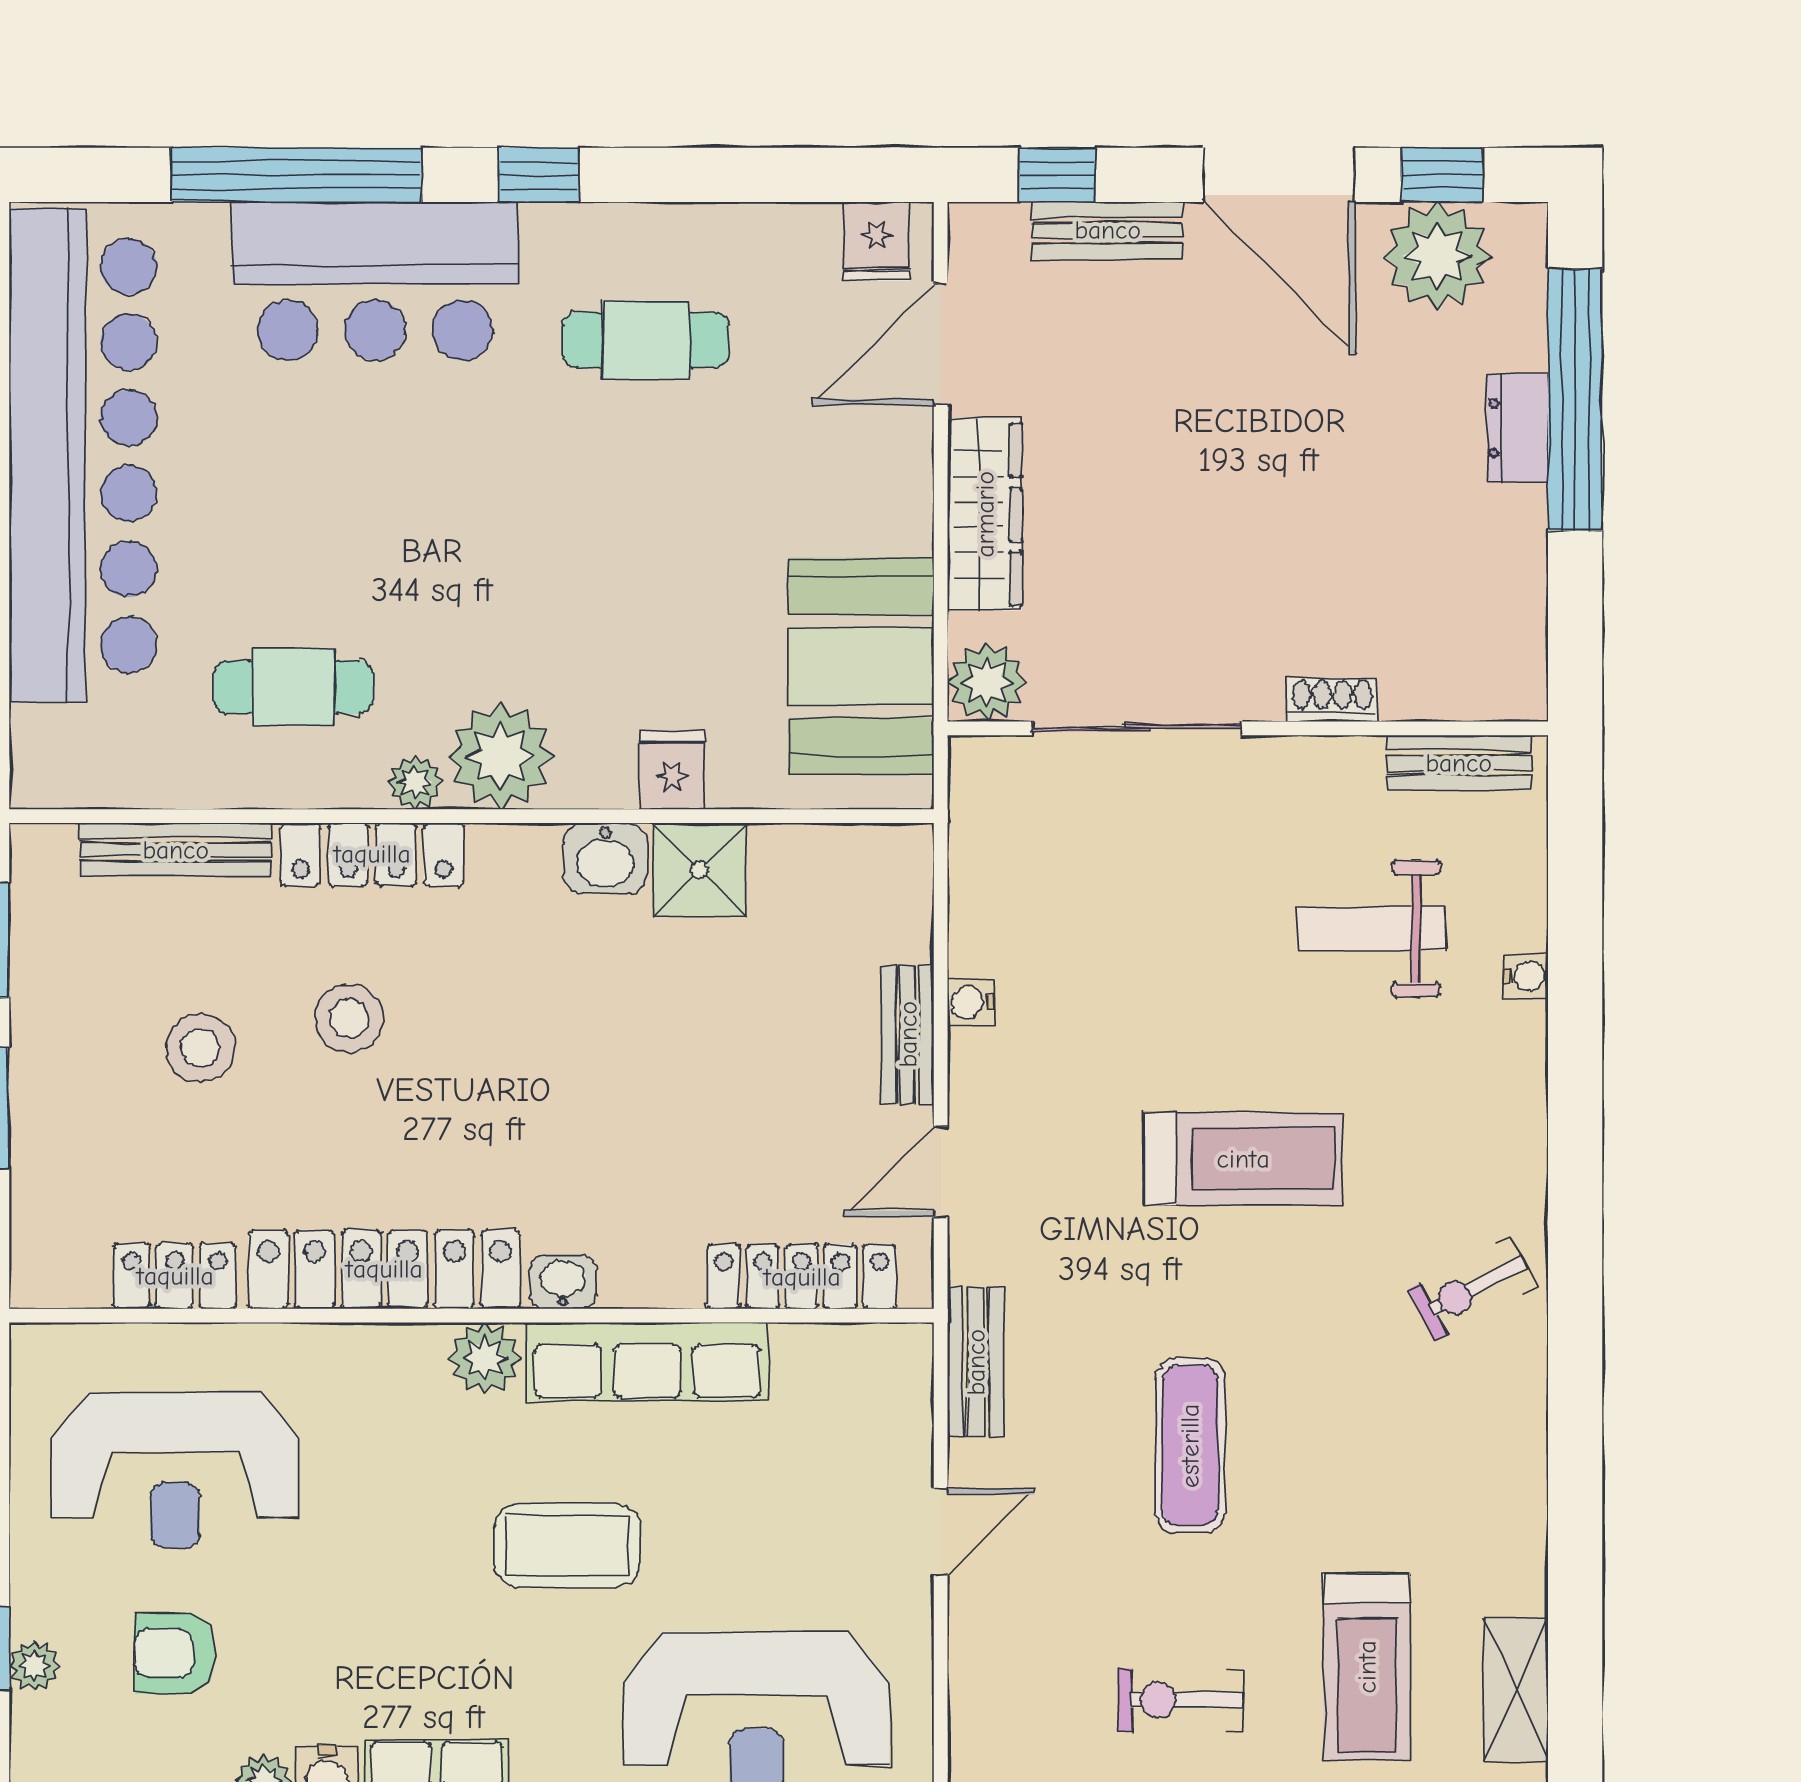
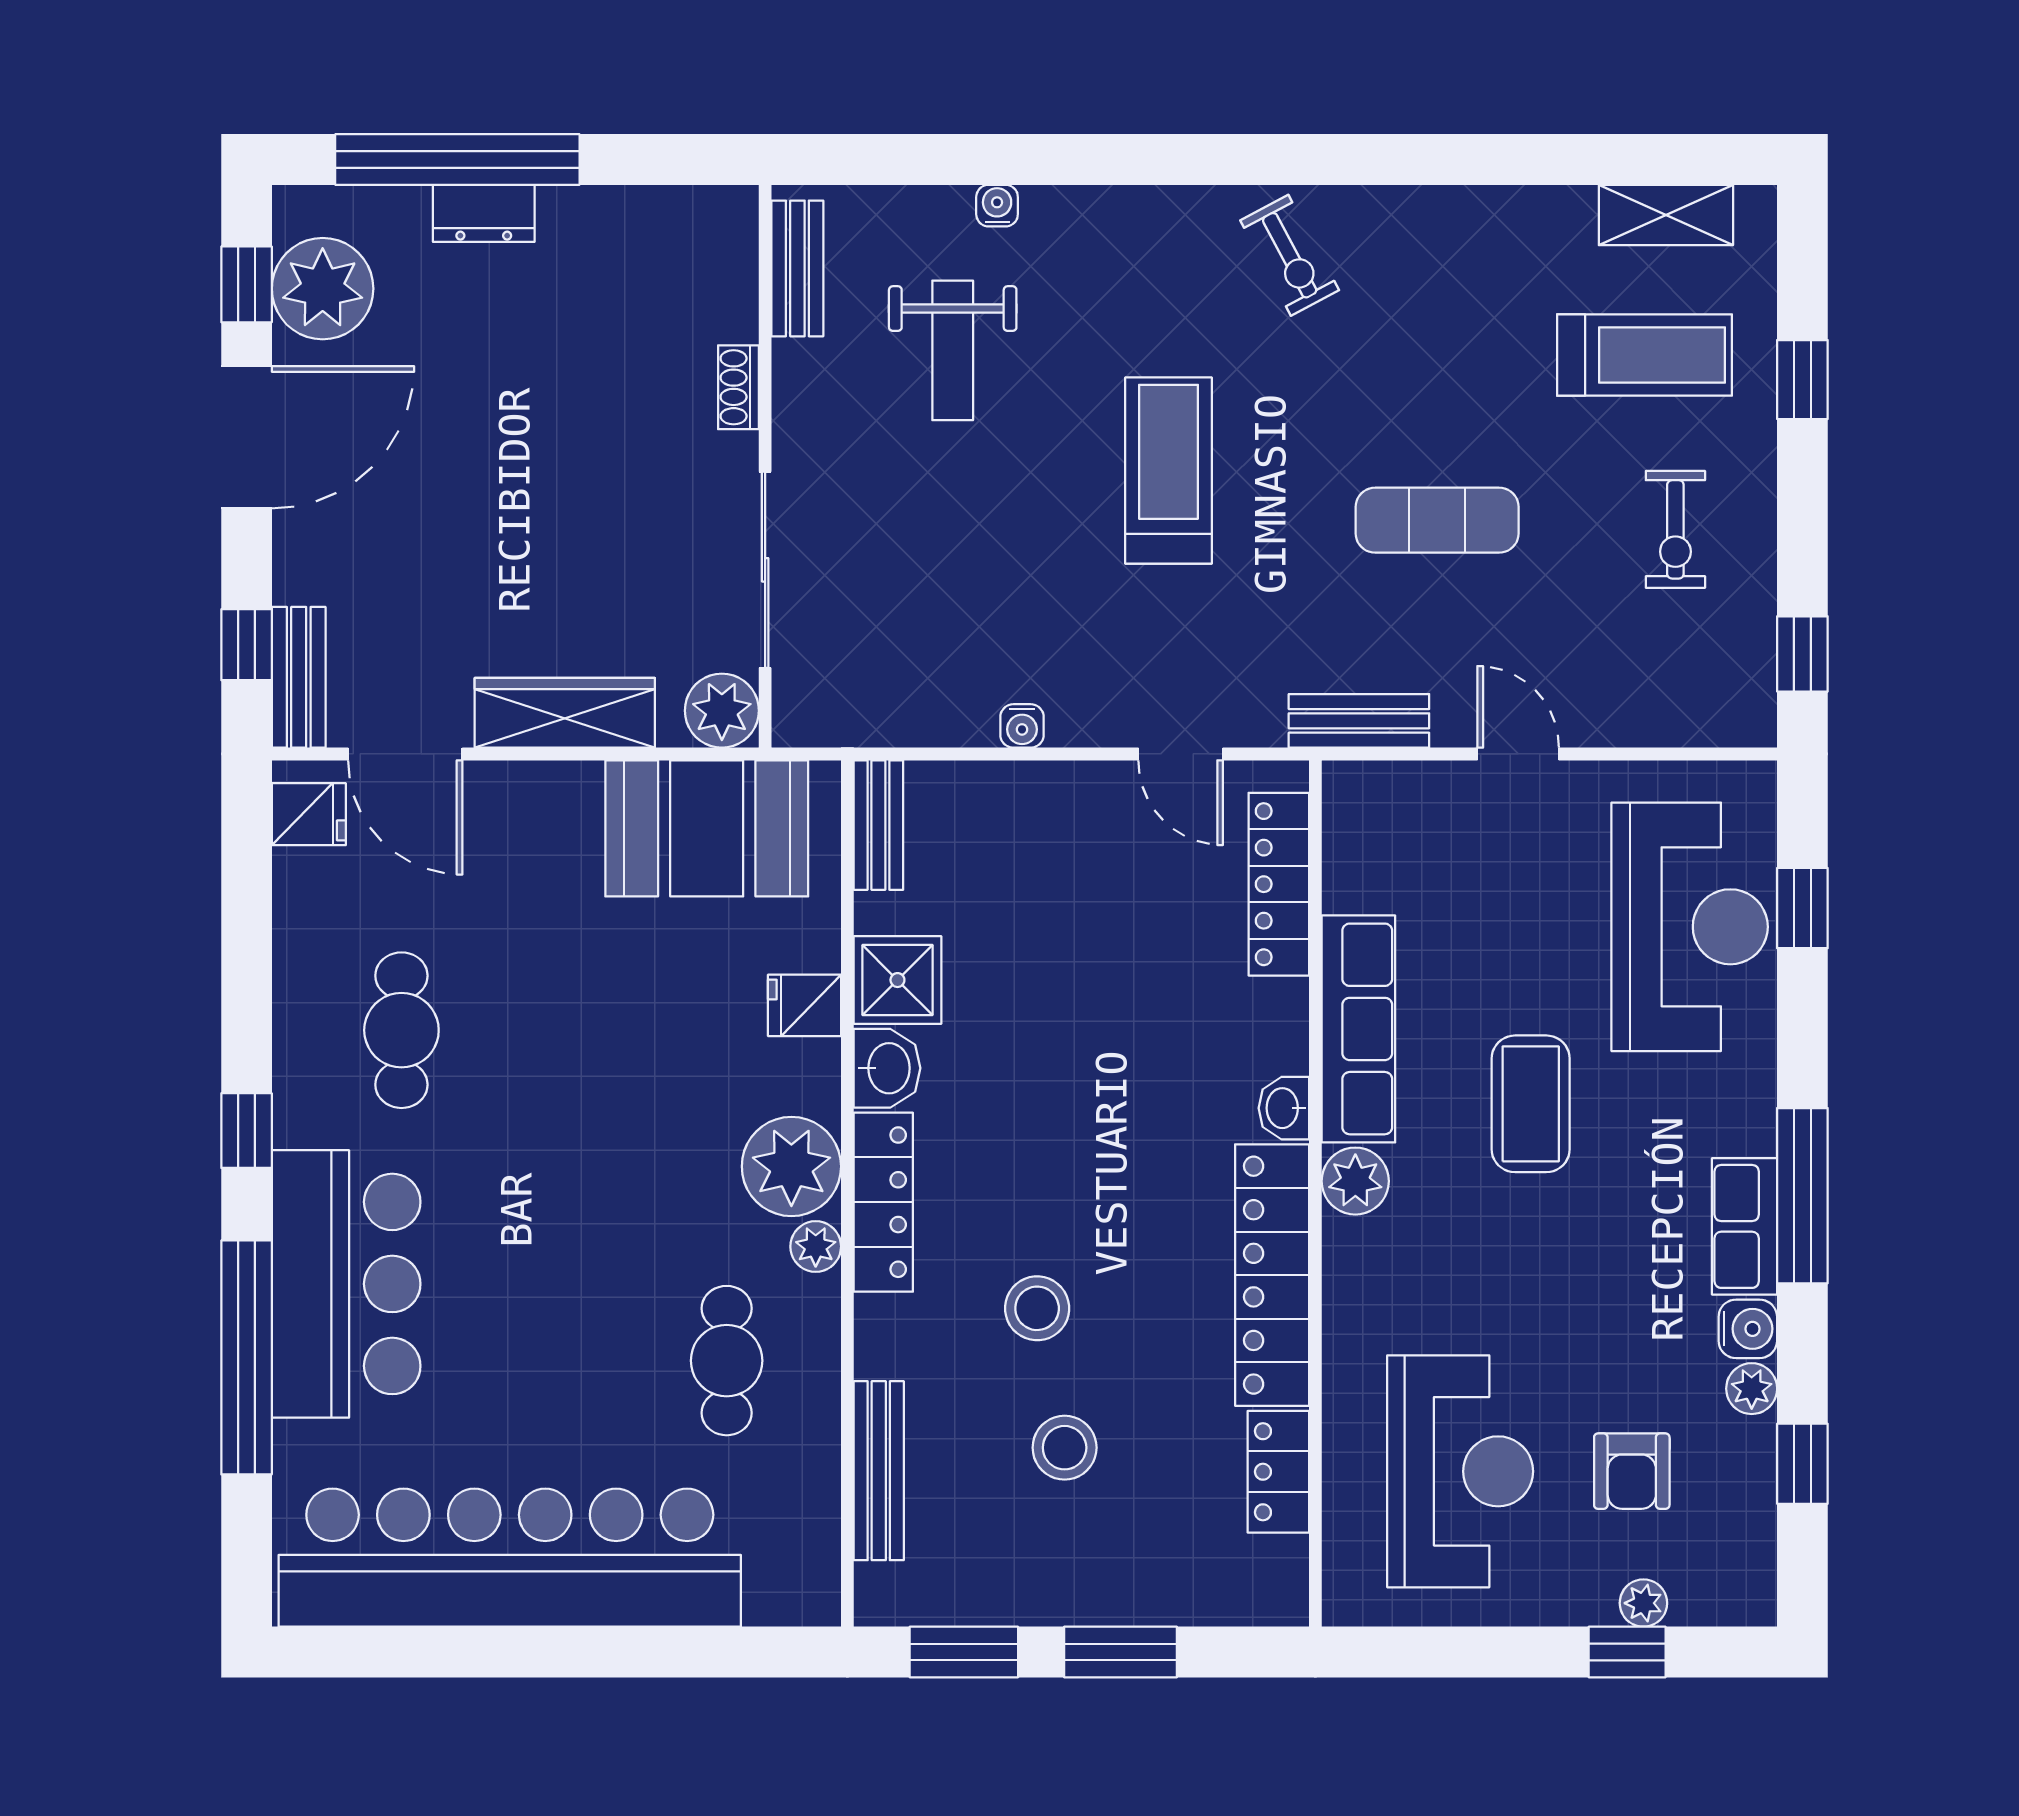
bench: (1108, 230) -> (299, 677), moved
locker: (372, 854) -> (883, 1202), moved
bench: (908, 1034) -> (878, 825), moved, turned 90

